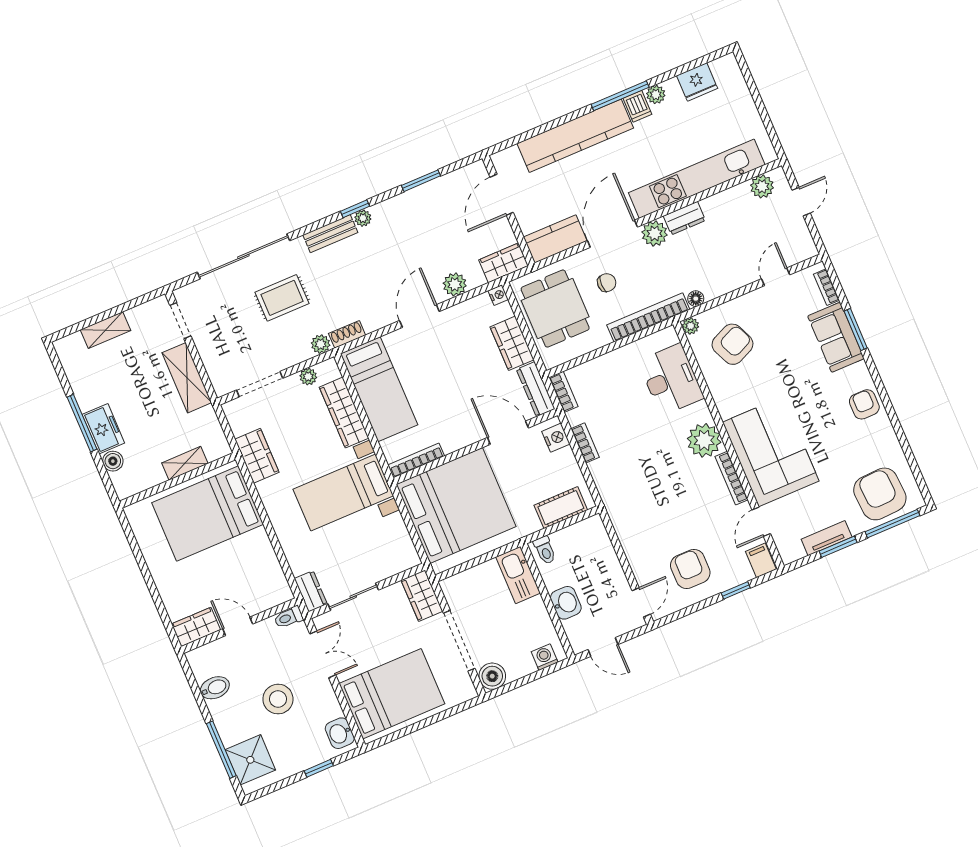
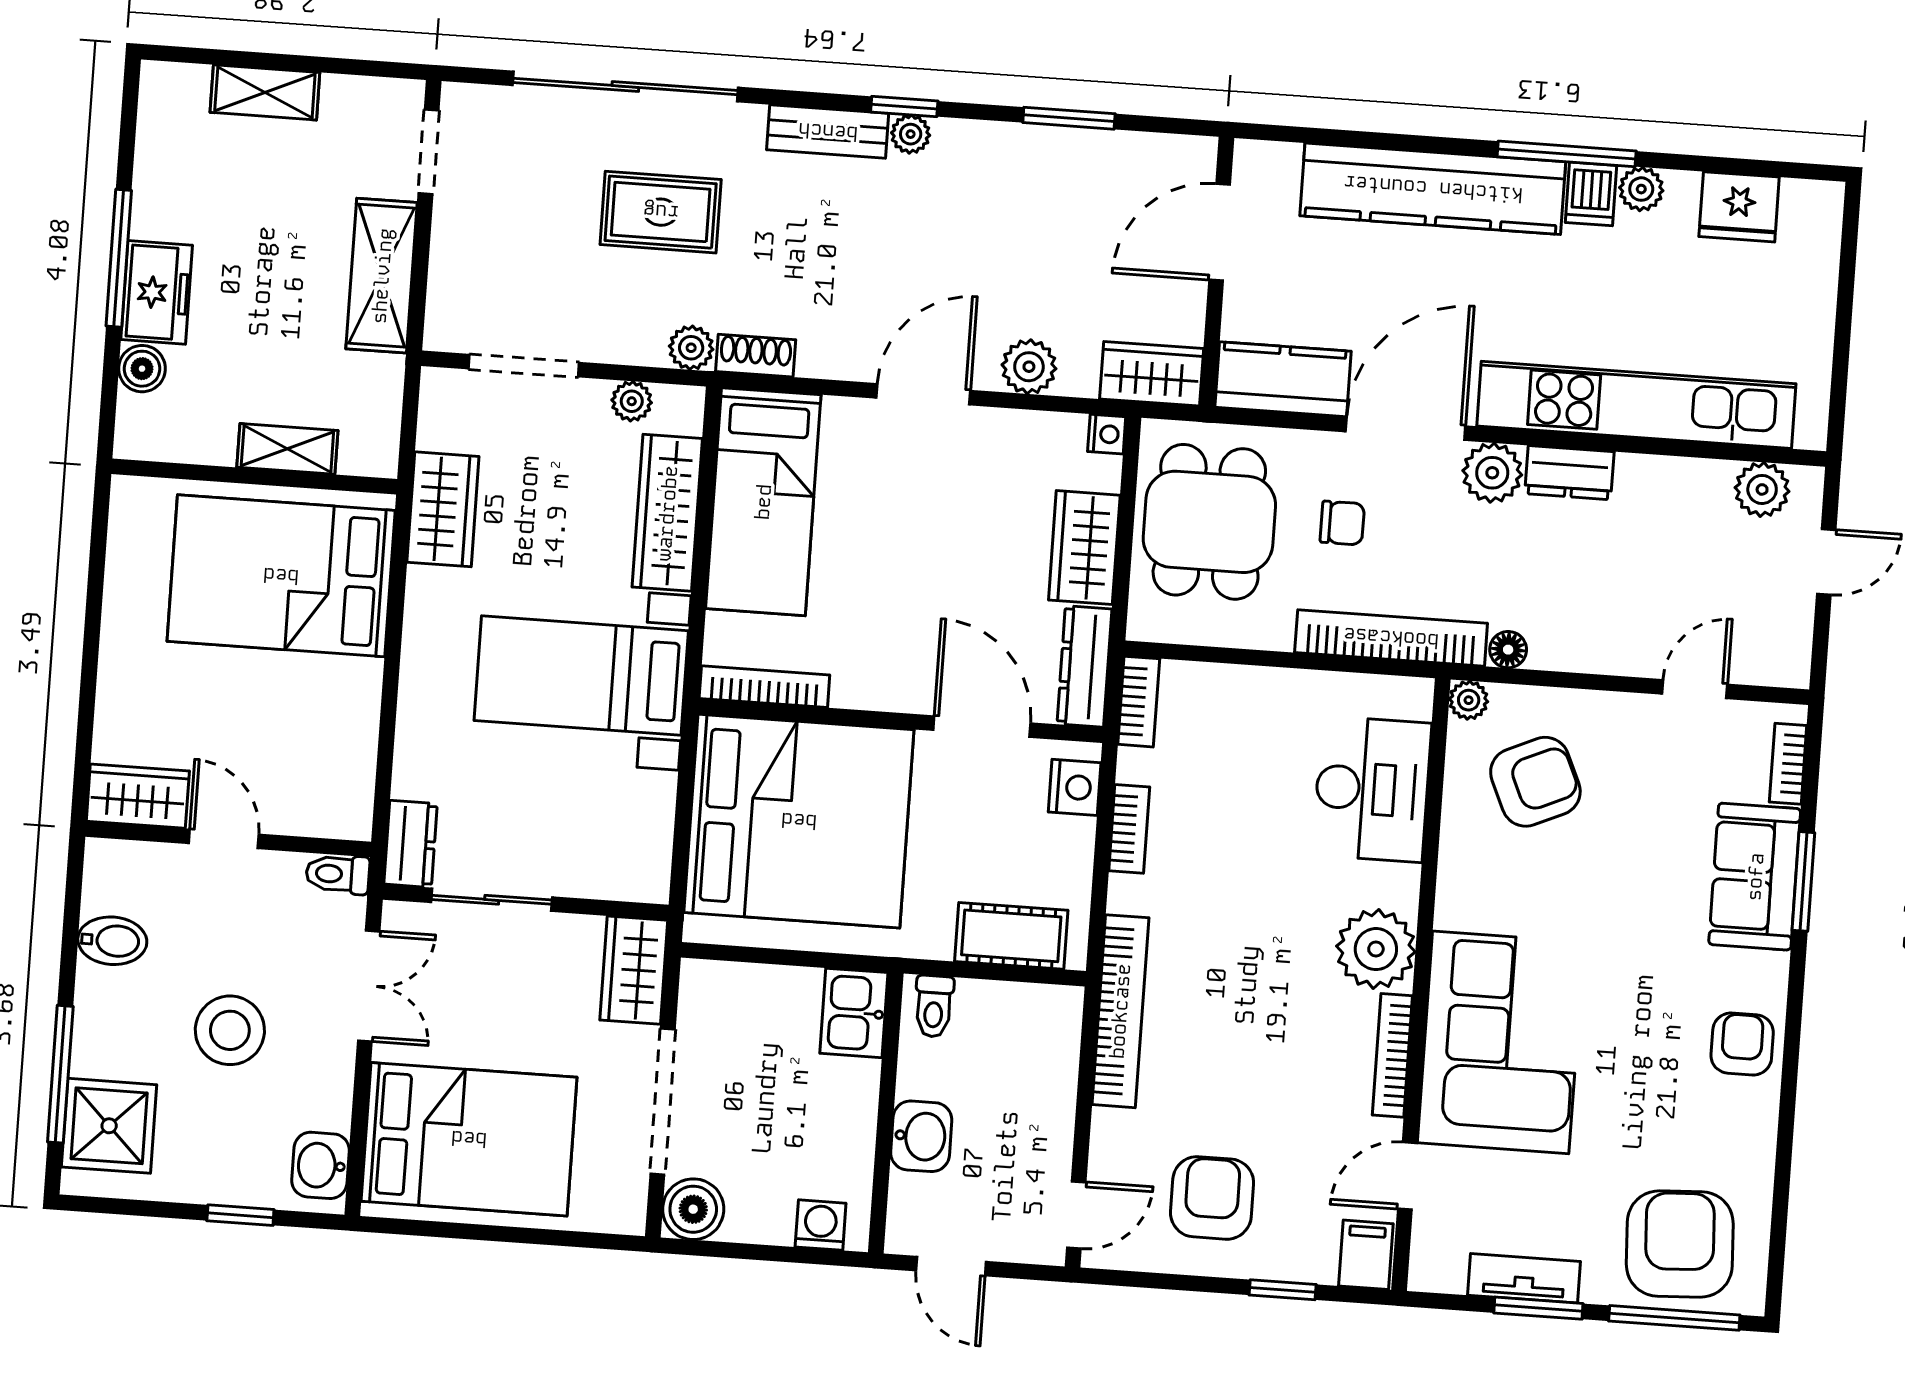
bookcase: (618, 515) -> (1120, 1011), added
kitchen sink: (518, 575) -> (854, 1013), width x0.73

